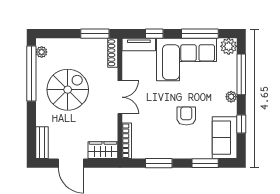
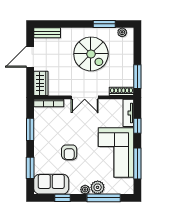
plant: (229, 46) -> (98, 187), moved
window: (31, 74) -> (104, 24), width x0.47
armchair: (186, 116) -> (69, 152), turned 90

